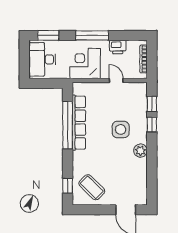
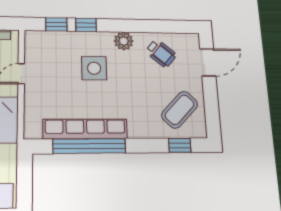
wheelchair: (132, 177) -> (161, 53), added

